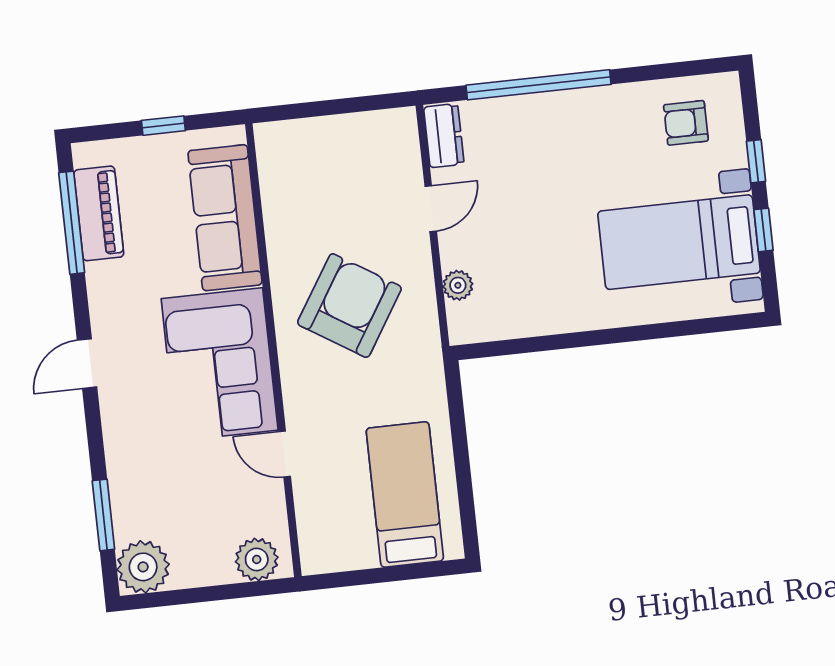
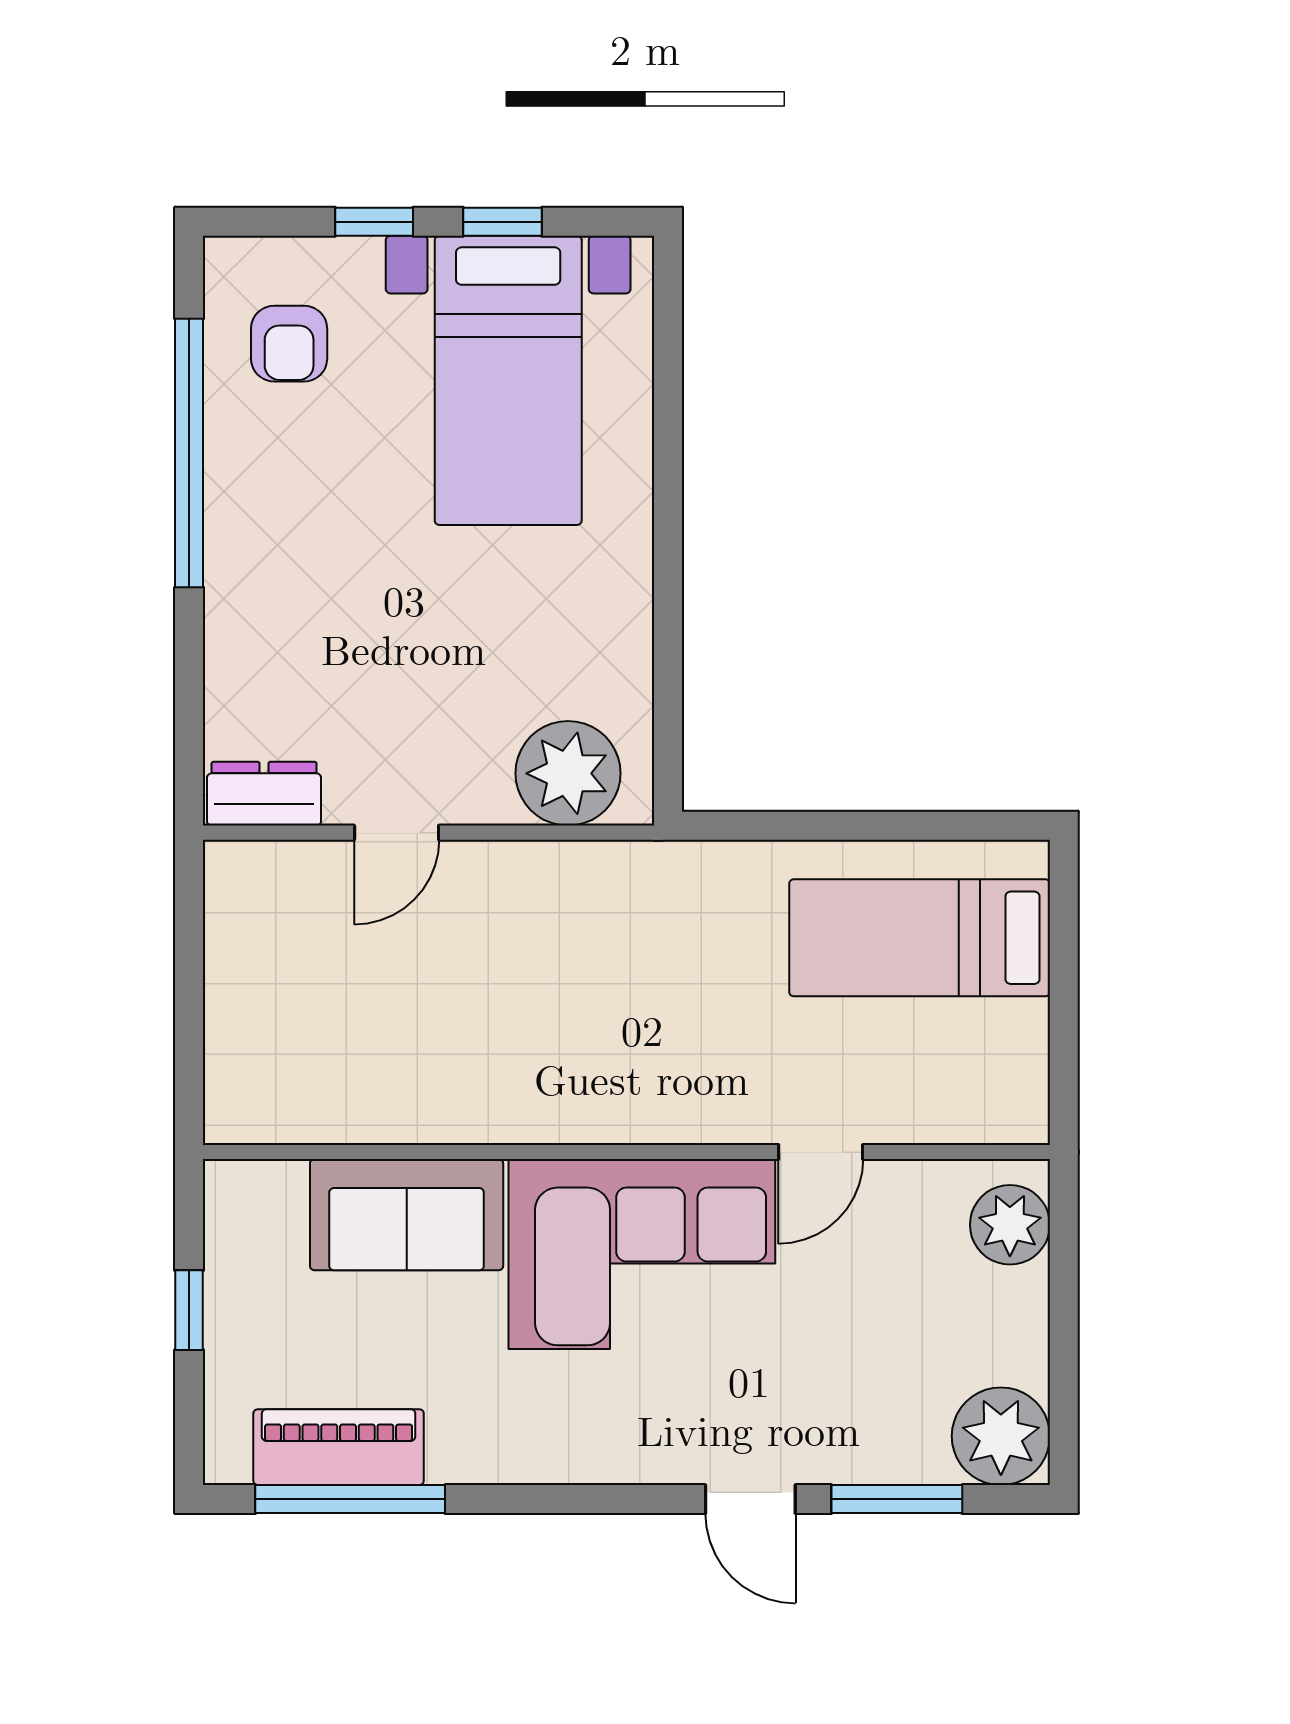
window: (539, 85) -> (189, 453), moved
door: (431, 209) -> (397, 833), swing flipped
sofa: (225, 218) -> (407, 1215), width x0.73
plant: (458, 285) -> (568, 773), width x1.88, depth x1.88
armchair: (349, 306) -> (559, 1002), removed
door: (87, 364) -> (750, 1499), moved

